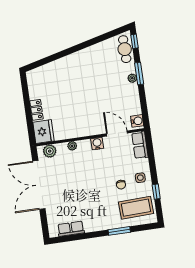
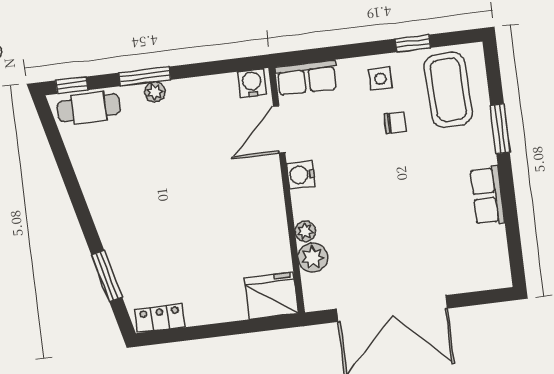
window: (51, 59) -> (107, 276), added
locker: (36, 110) -> (160, 318), moved
plant: (50, 151) -> (313, 258), moved
row of seats: (71, 229) -> (487, 196), moved

